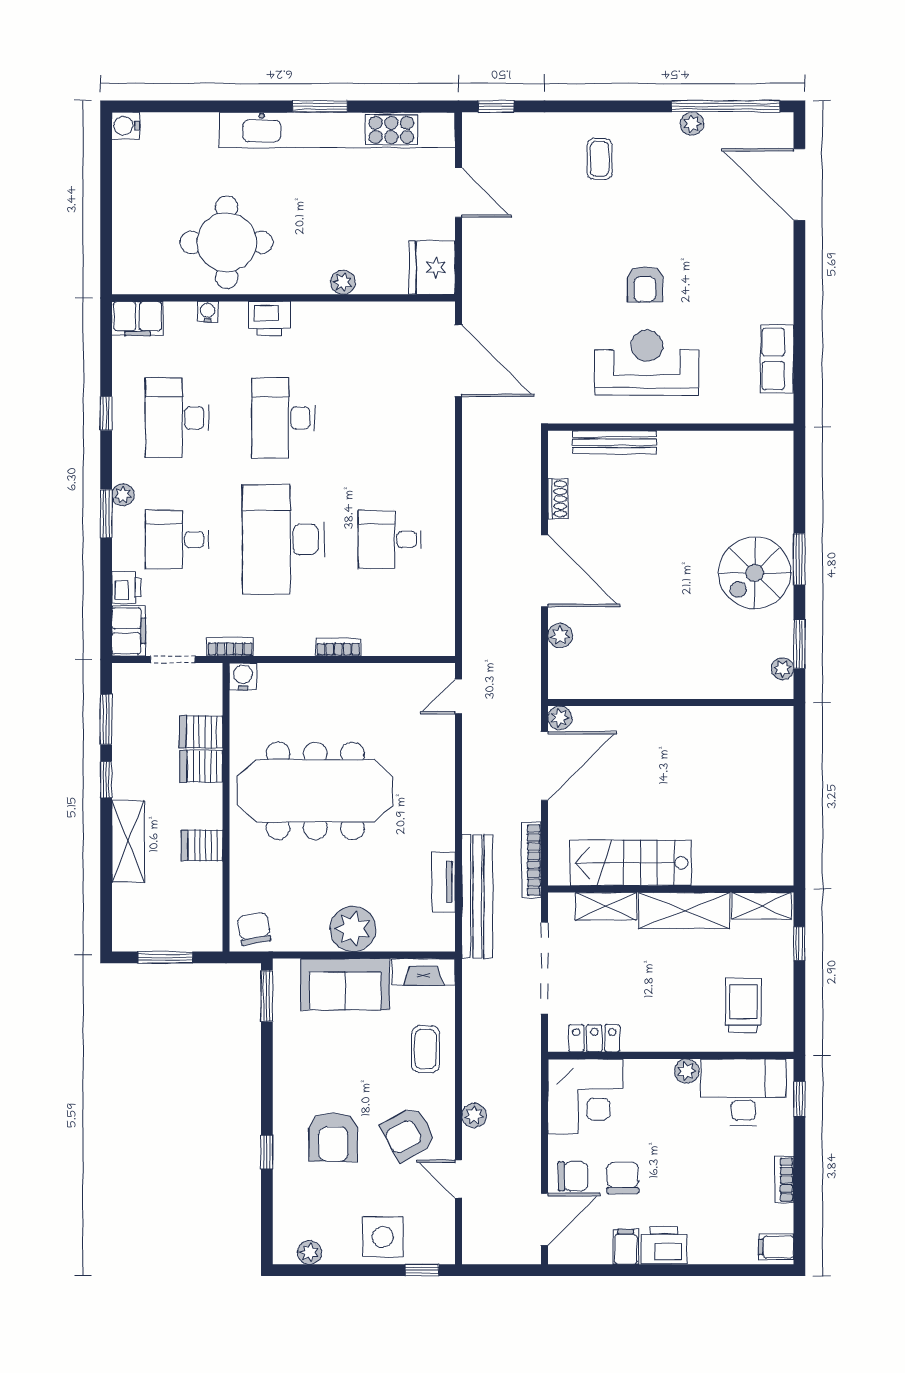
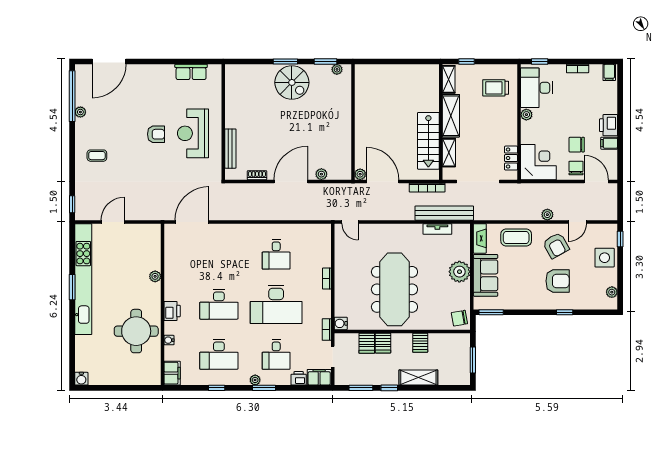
fridge: (432, 267) -> (148, 234), removed
coffee table: (426, 1049) -> (516, 237), width x1.36, depth x1.30

